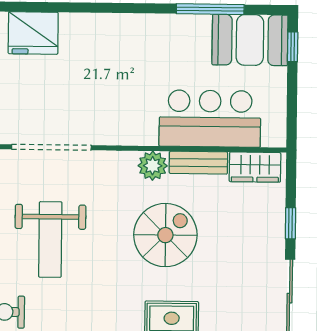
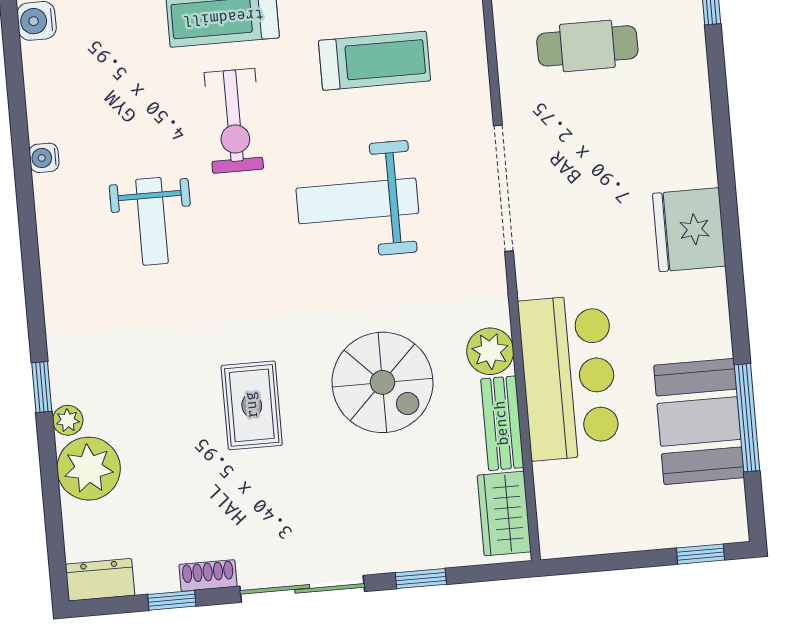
fridge: (33, 33) -> (689, 230), moved
booth: (250, 40) -> (699, 421), moved
bar counter: (210, 119) -> (569, 377), moved

